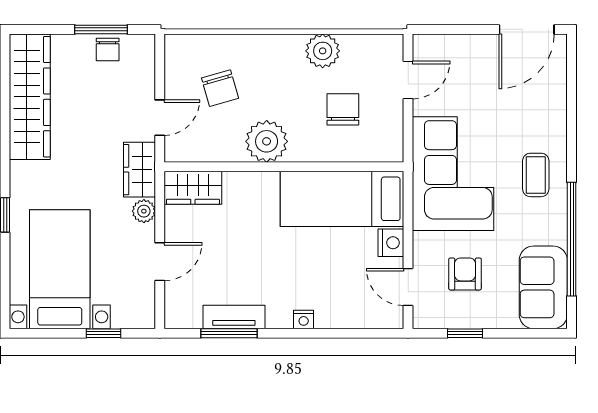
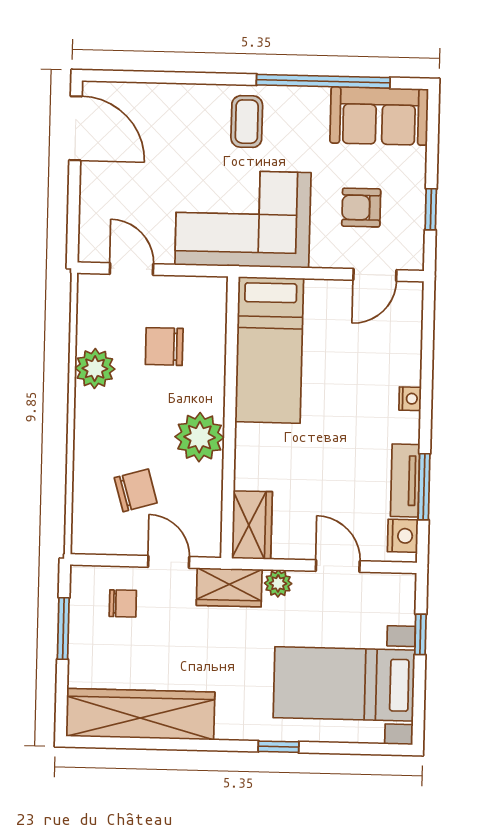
chair: (108, 50) -> (123, 603), moved
coffee table: (536, 175) -> (247, 122), turned 90
nightstand: (391, 243) -> (403, 536), moved, turned 90

